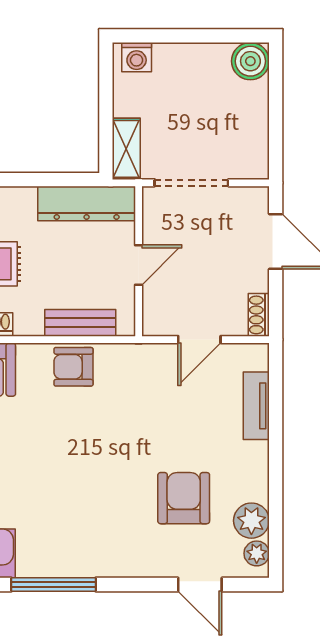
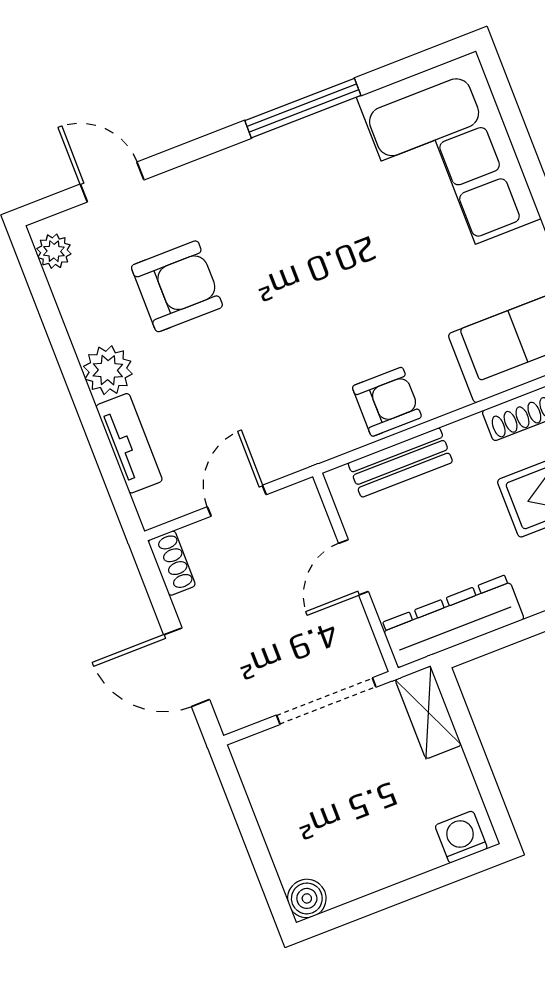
boiler: (250, 61) -> (307, 898), width x0.73, depth x0.73
armchair: (184, 498) -> (177, 286), turned -90
plant: (251, 521) -> (108, 370), moved

